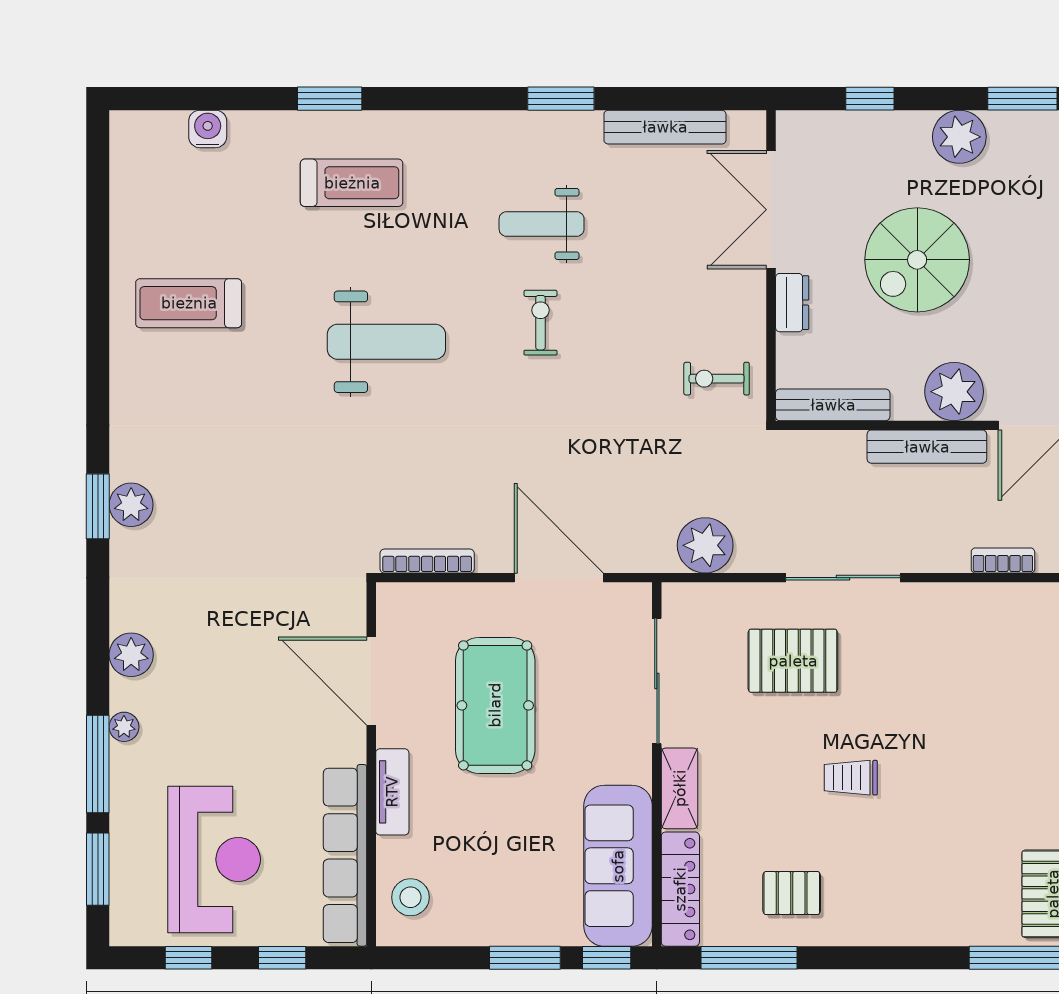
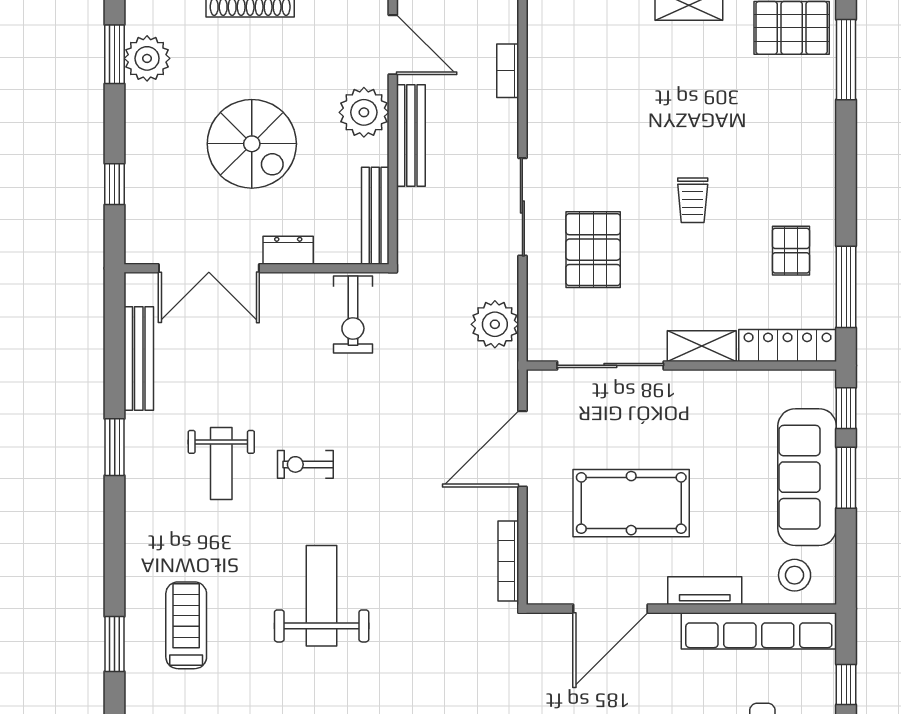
plant: (959, 137) -> (147, 58), moved
exercise bike: (717, 379) -> (353, 315), width x1.38, depth x1.39
sofa: (618, 866) -> (807, 477), moved, turned 90

